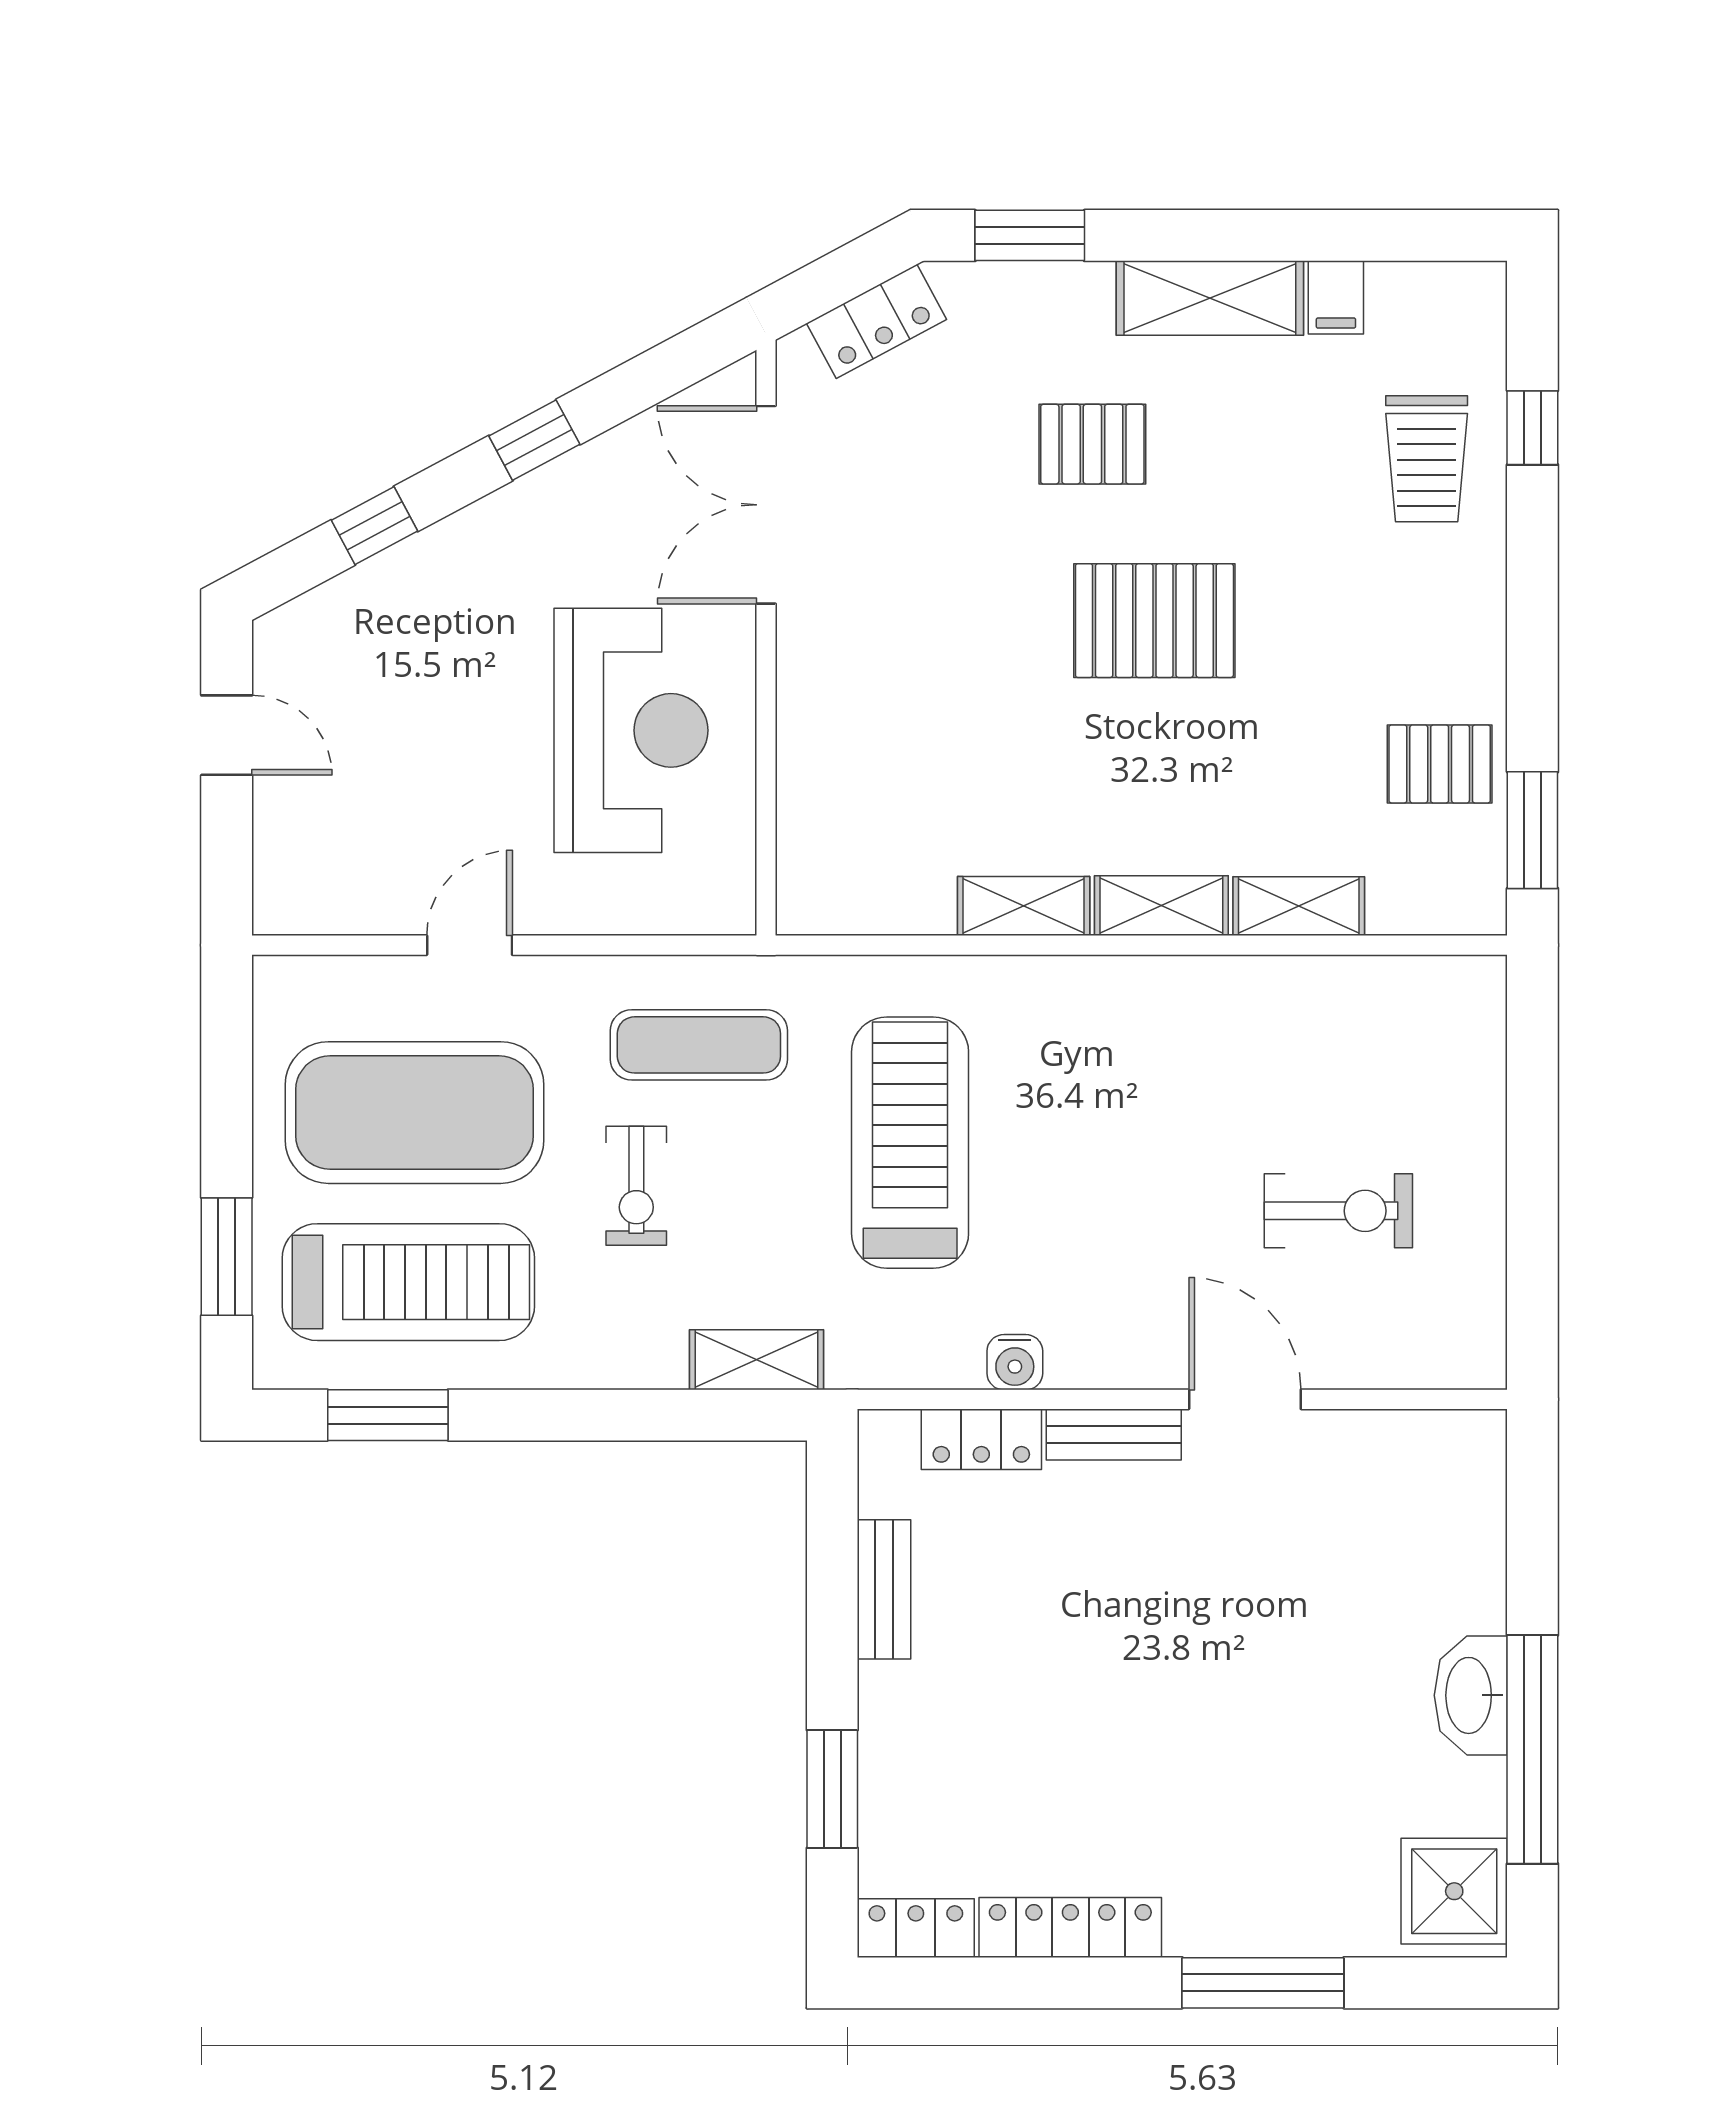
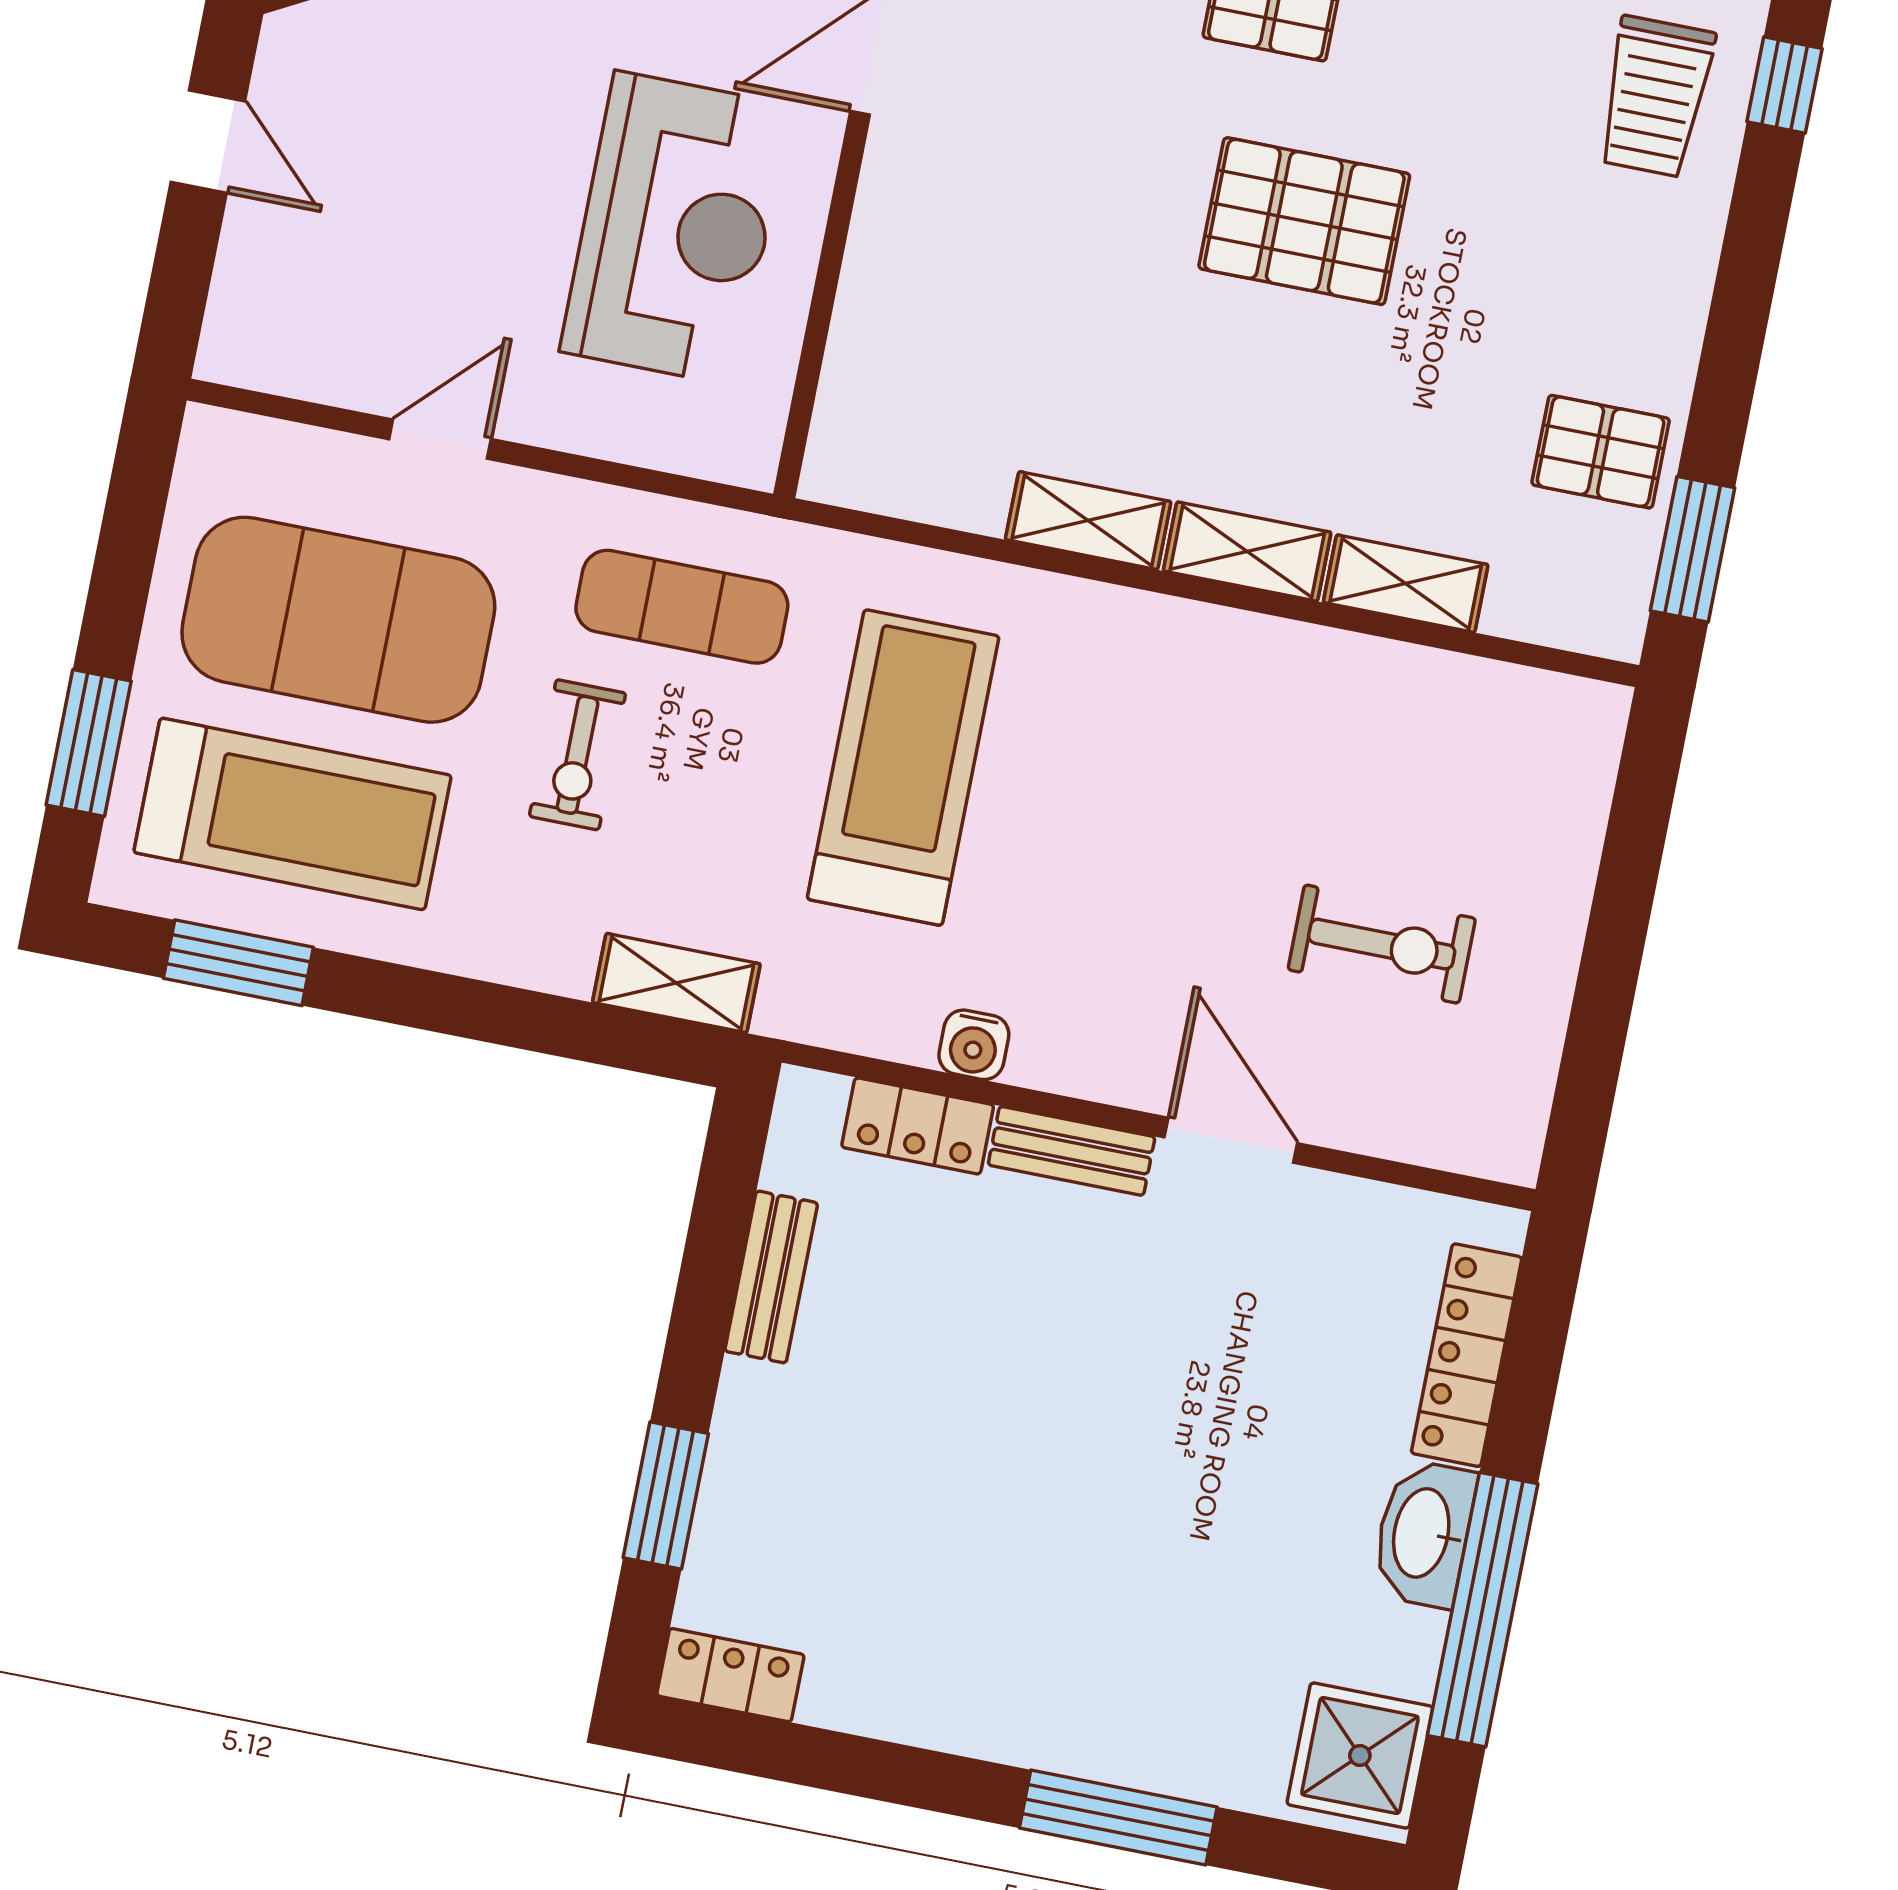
locker: (1070, 1927) -> (1467, 1355), moved, turned -90

